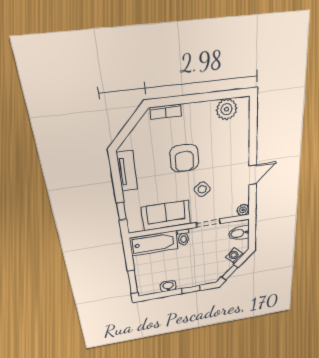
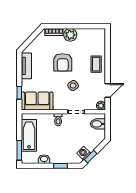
plant: (227, 109) -> (70, 35), moved
coffee table: (236, 154) -> (96, 64), added
door: (253, 175) -> (108, 90), moved
sofa: (166, 216) -> (37, 101), moved
bathtub: (154, 243) -> (29, 135), moved, turned -90
washing machine: (235, 256) -> (84, 153), moved

